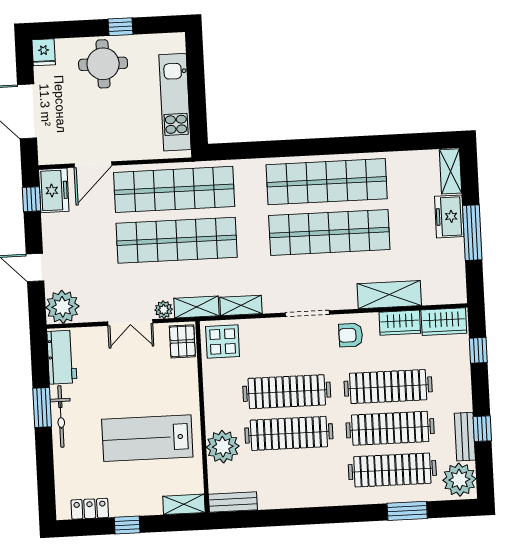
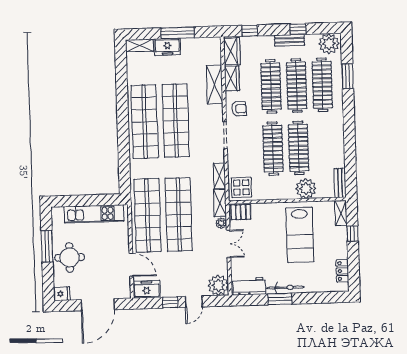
window: (121, 27) -> (47, 246), width x2.17
window: (32, 199) -> (170, 302), moved
armchair: (351, 335) -> (239, 109), turned -90
bench: (465, 437) -> (289, 40), moved
window: (127, 525) -> (352, 234), moved

